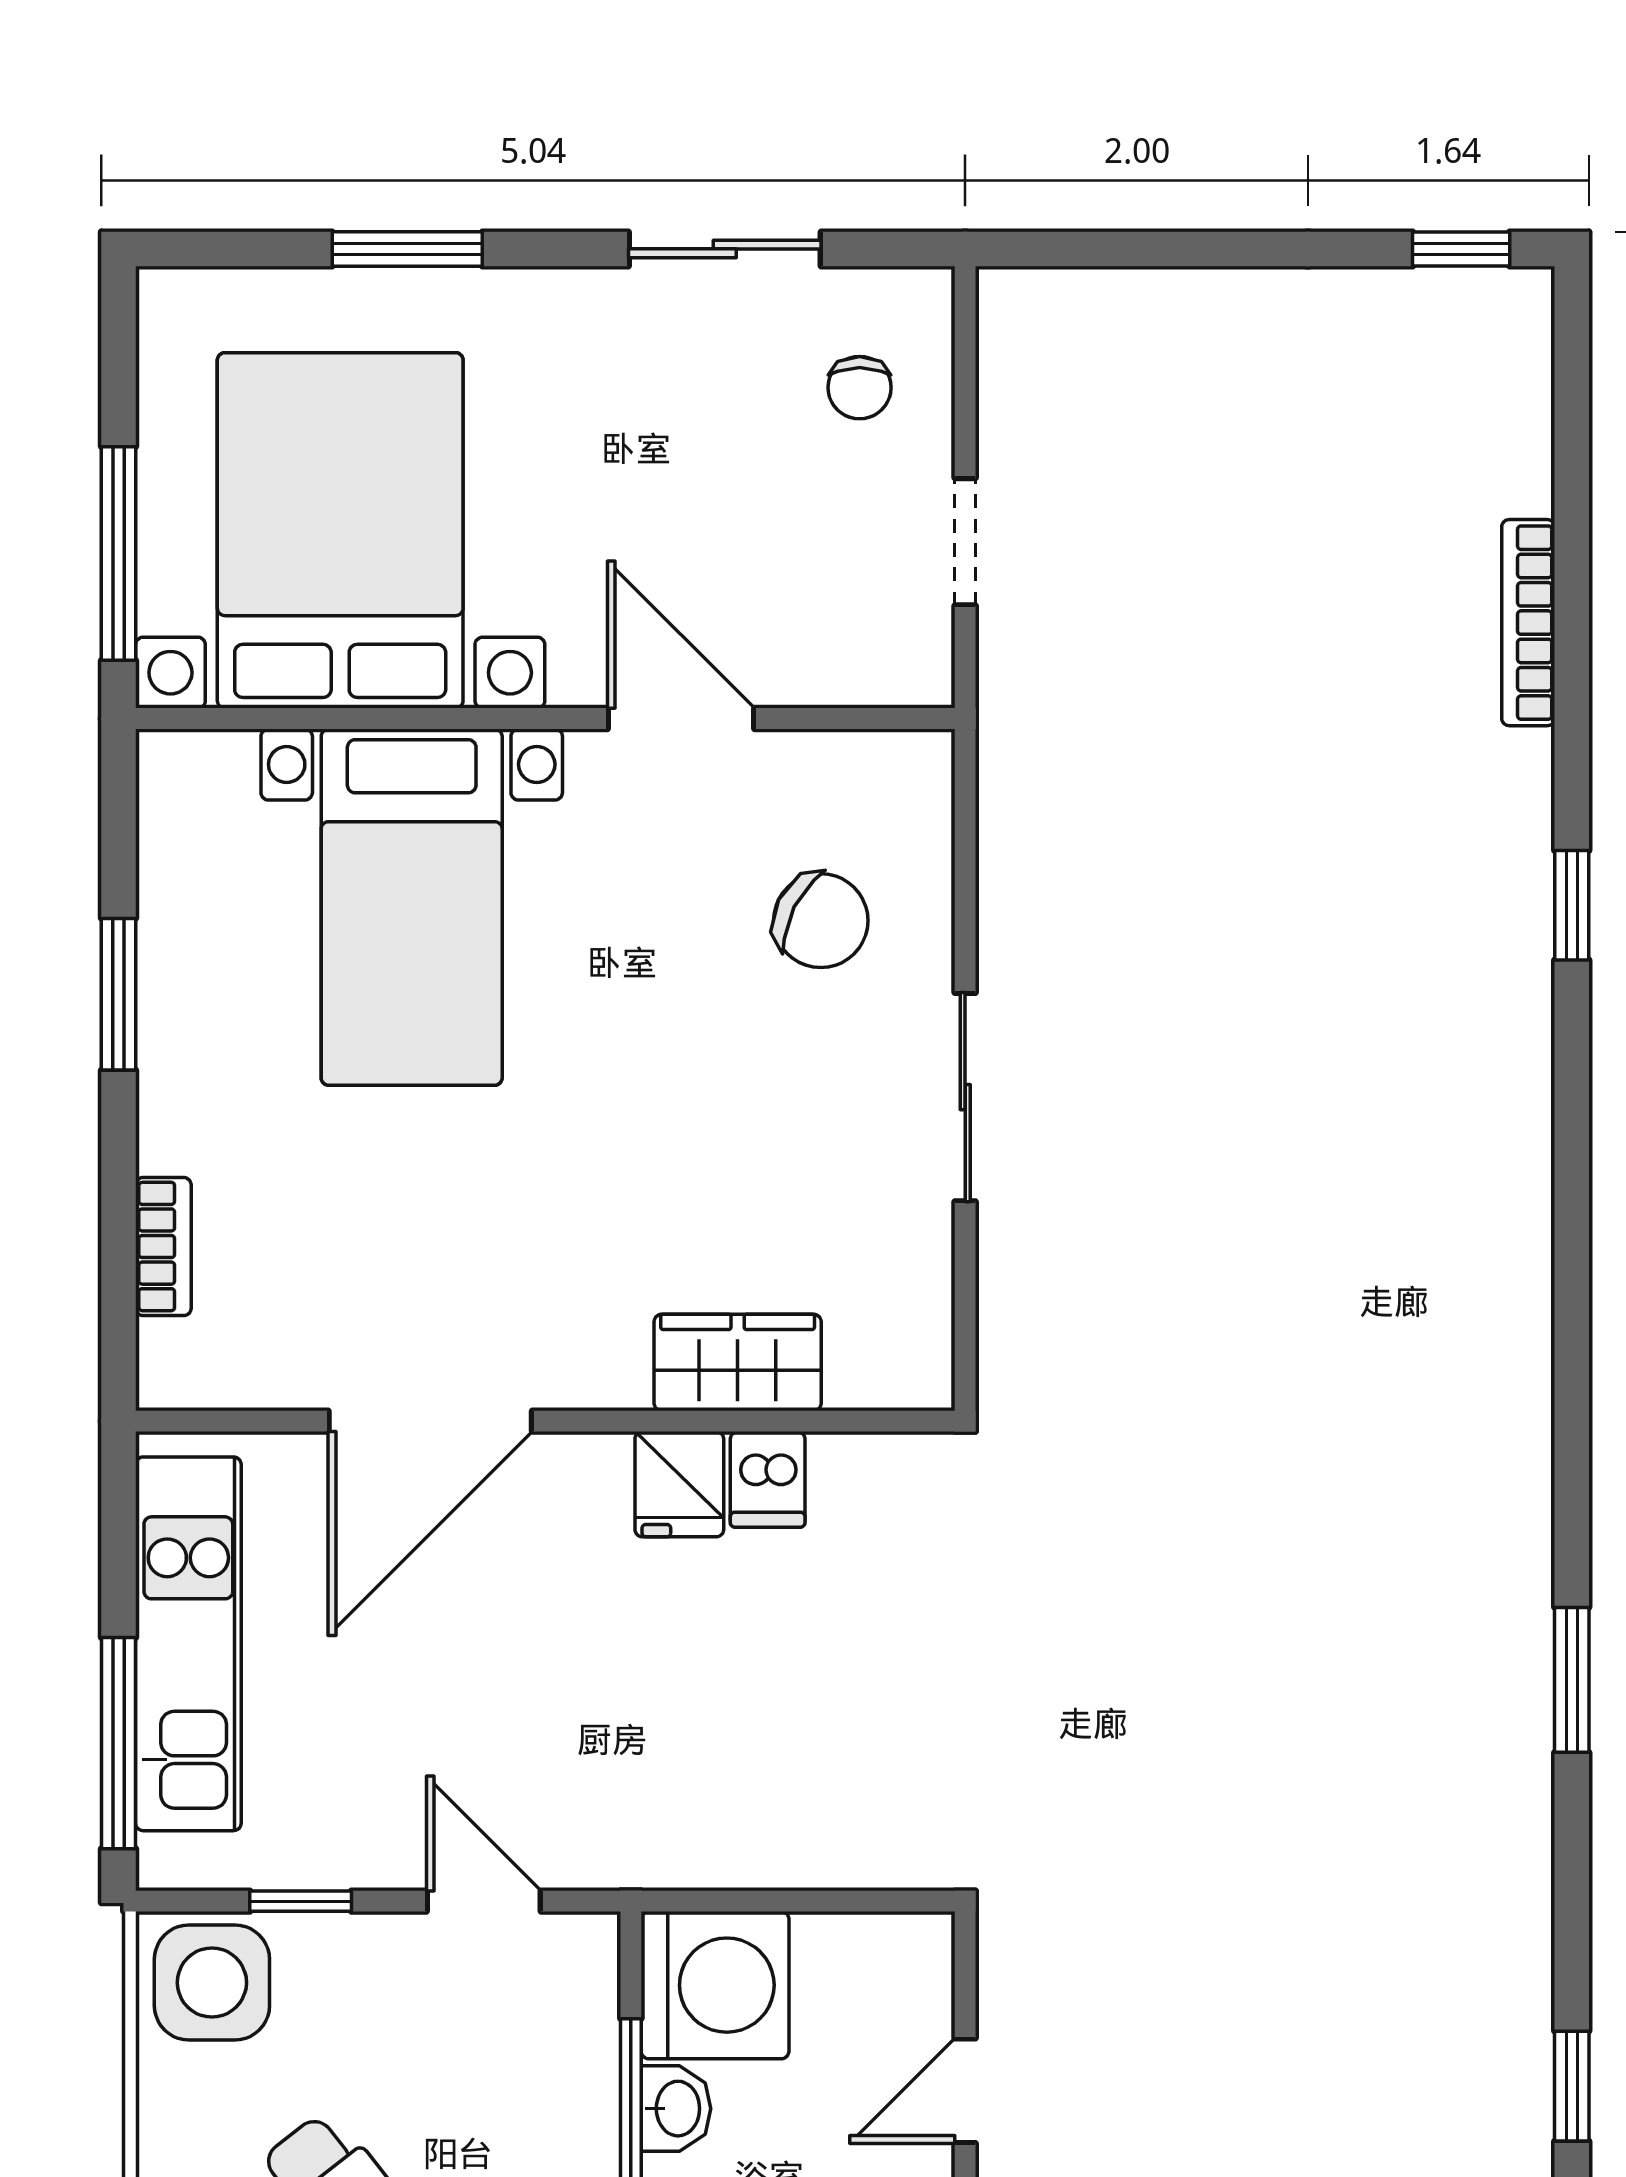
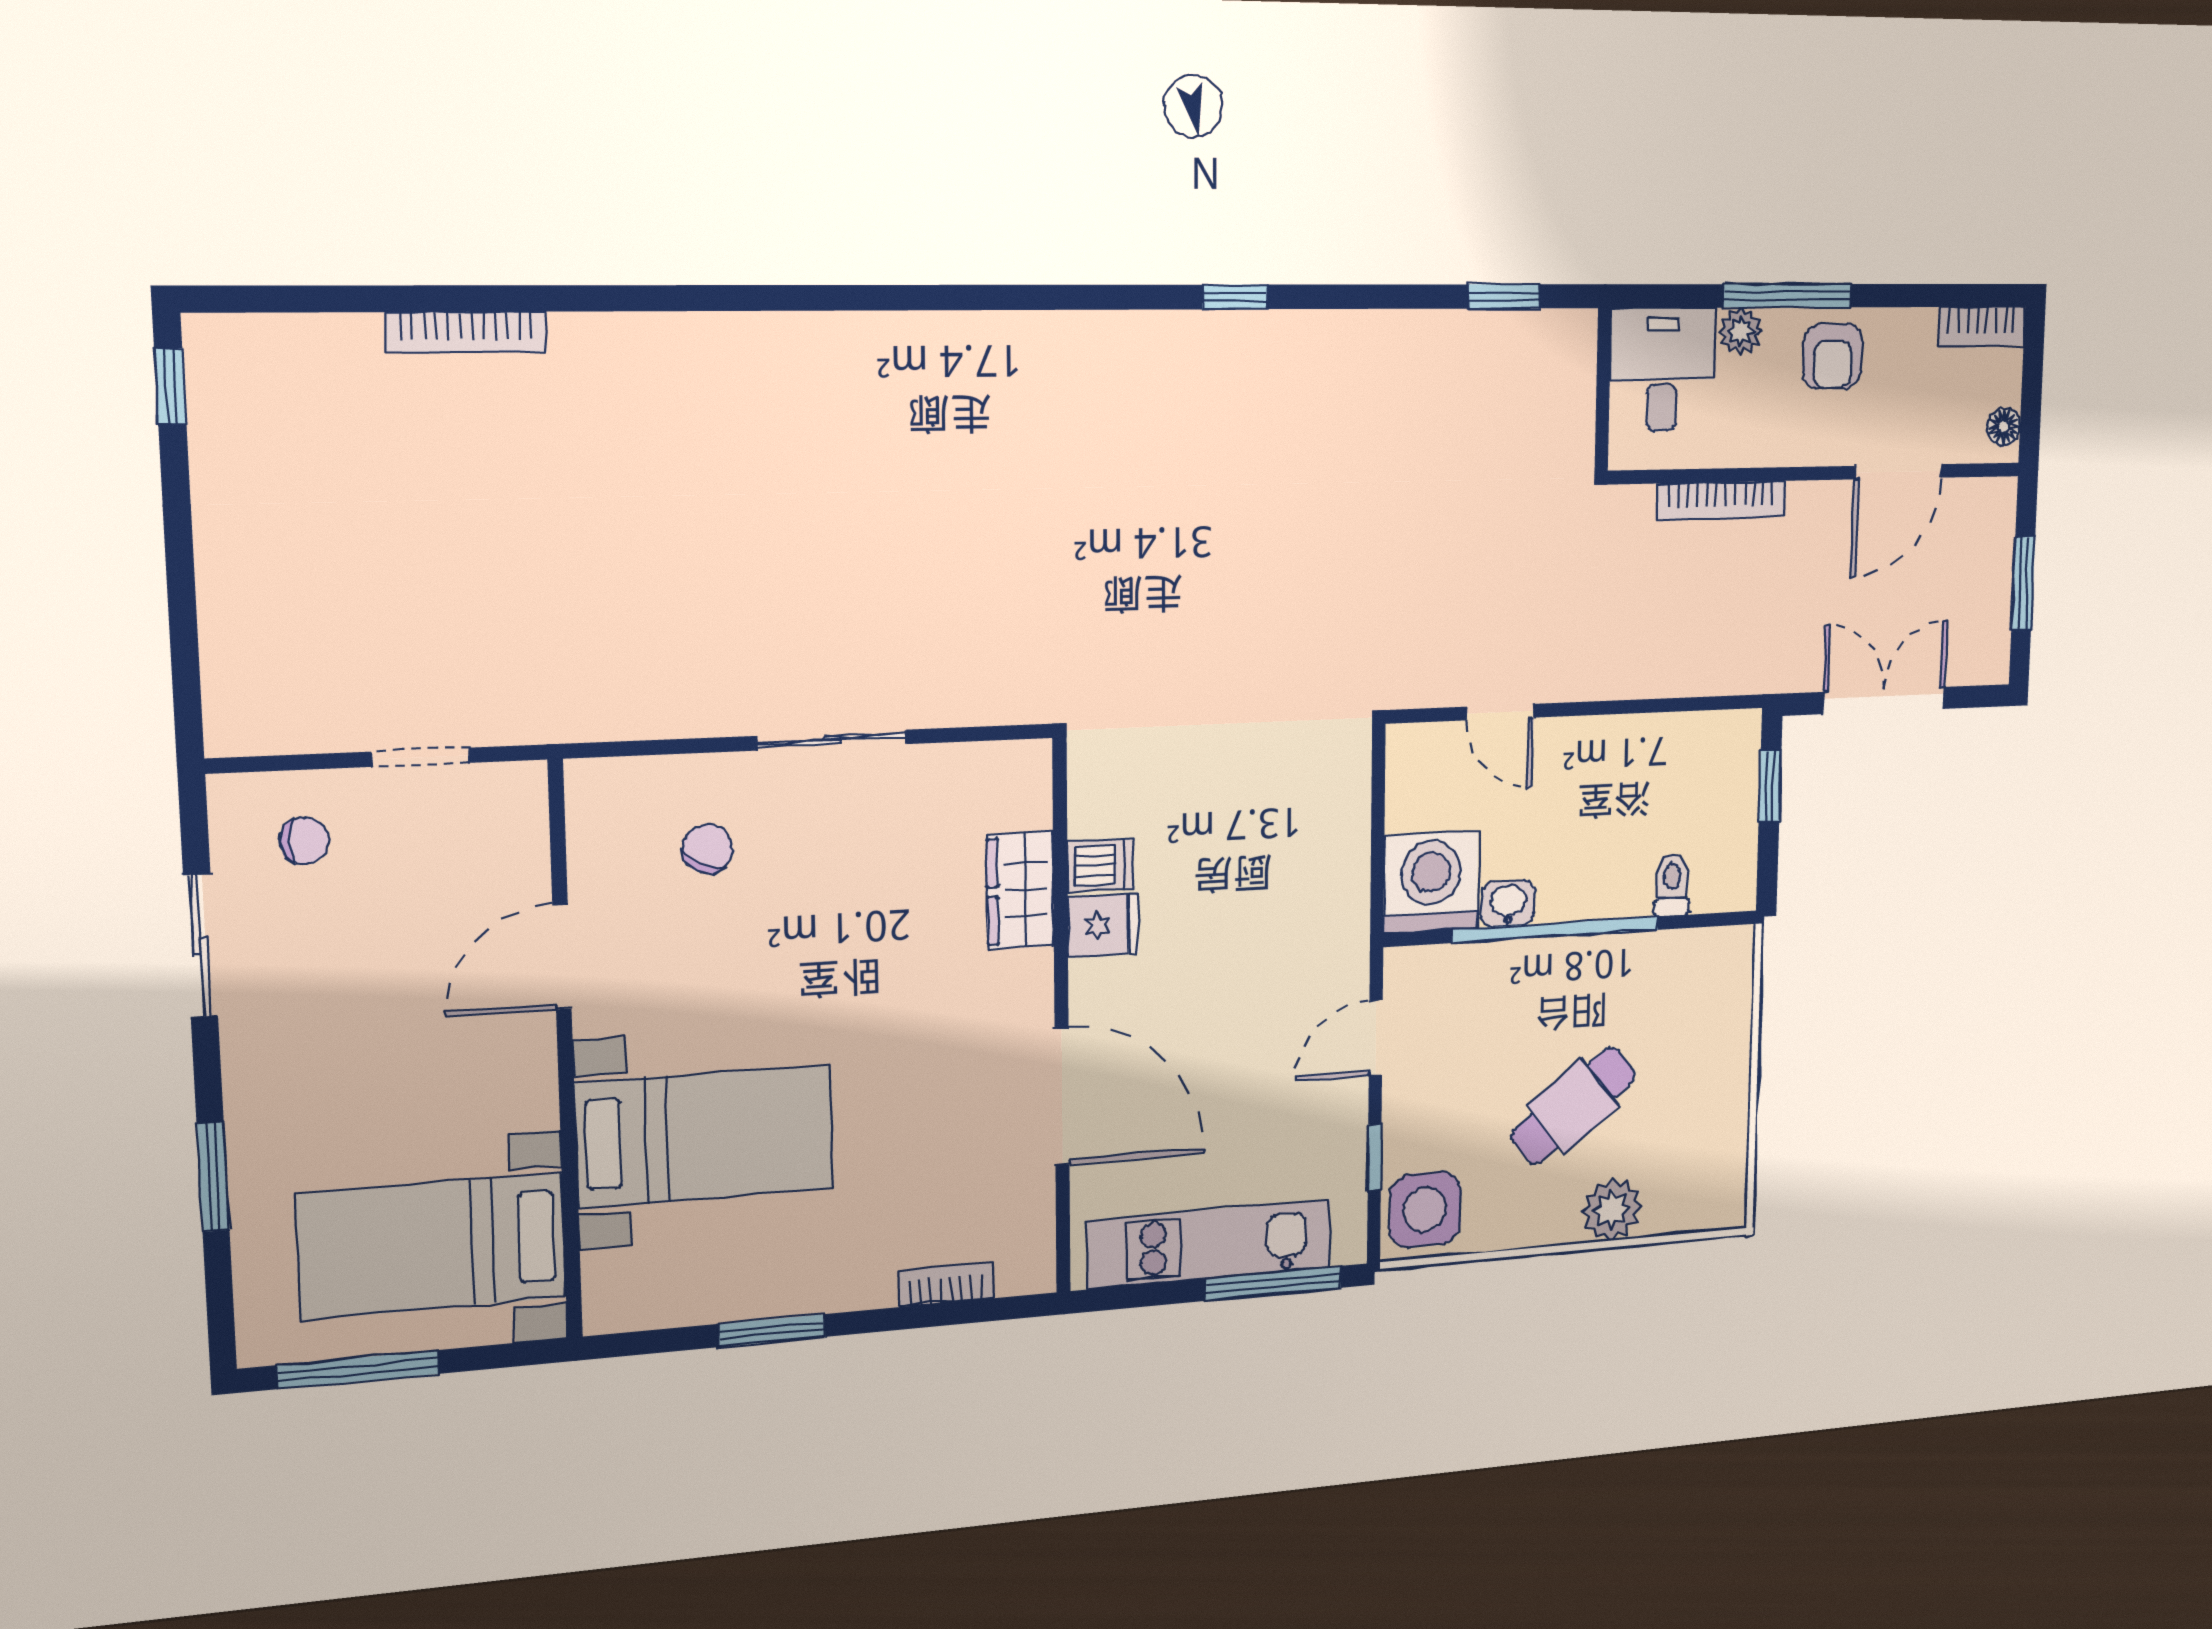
bed with nightstands: (340, 530) -> (432, 1246), width x0.73
window: (119, 554) -> (358, 1370), moved
window: (1572, 905) -> (681, 298), removed
chair: (821, 921) -> (707, 849), width x0.73, depth x0.73
window: (1572, 1680) -> (1235, 297), width x0.67

